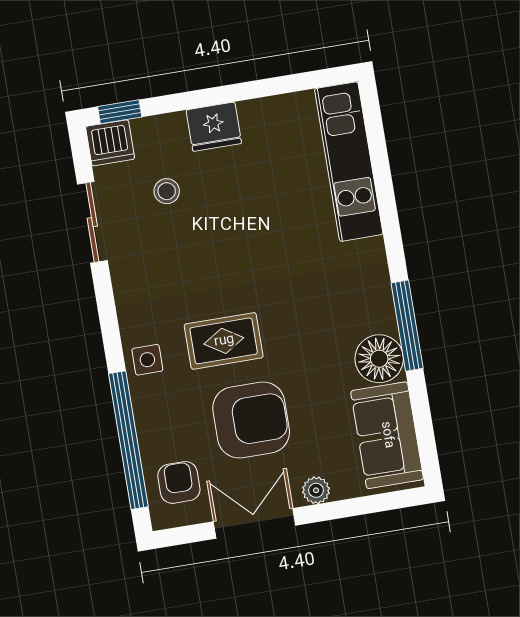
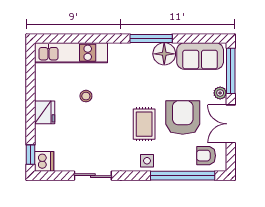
stool: (167, 191) -> (86, 96), moved
sliding door: (92, 222) -> (93, 176), moved
window: (366, 505) -> (231, 71), added

